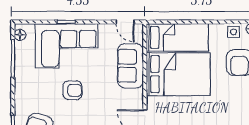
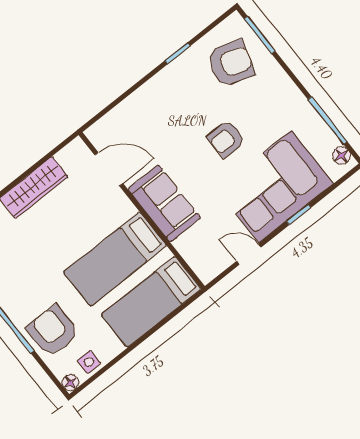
door: (125, 22) -> (249, 254), moved
sofa: (130, 66) -> (164, 203), moved
bed: (178, 74) -> (115, 259), width x0.67

